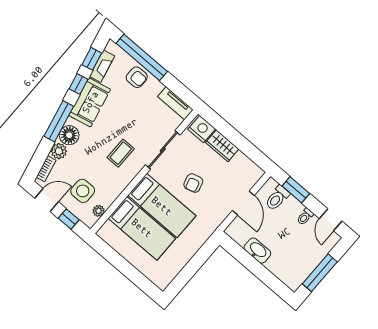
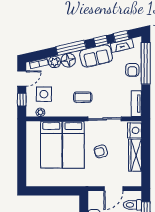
wardrobe: (222, 146) -> (135, 155), width x1.50
door: (47, 200) -> (22, 78), hinge flipped

